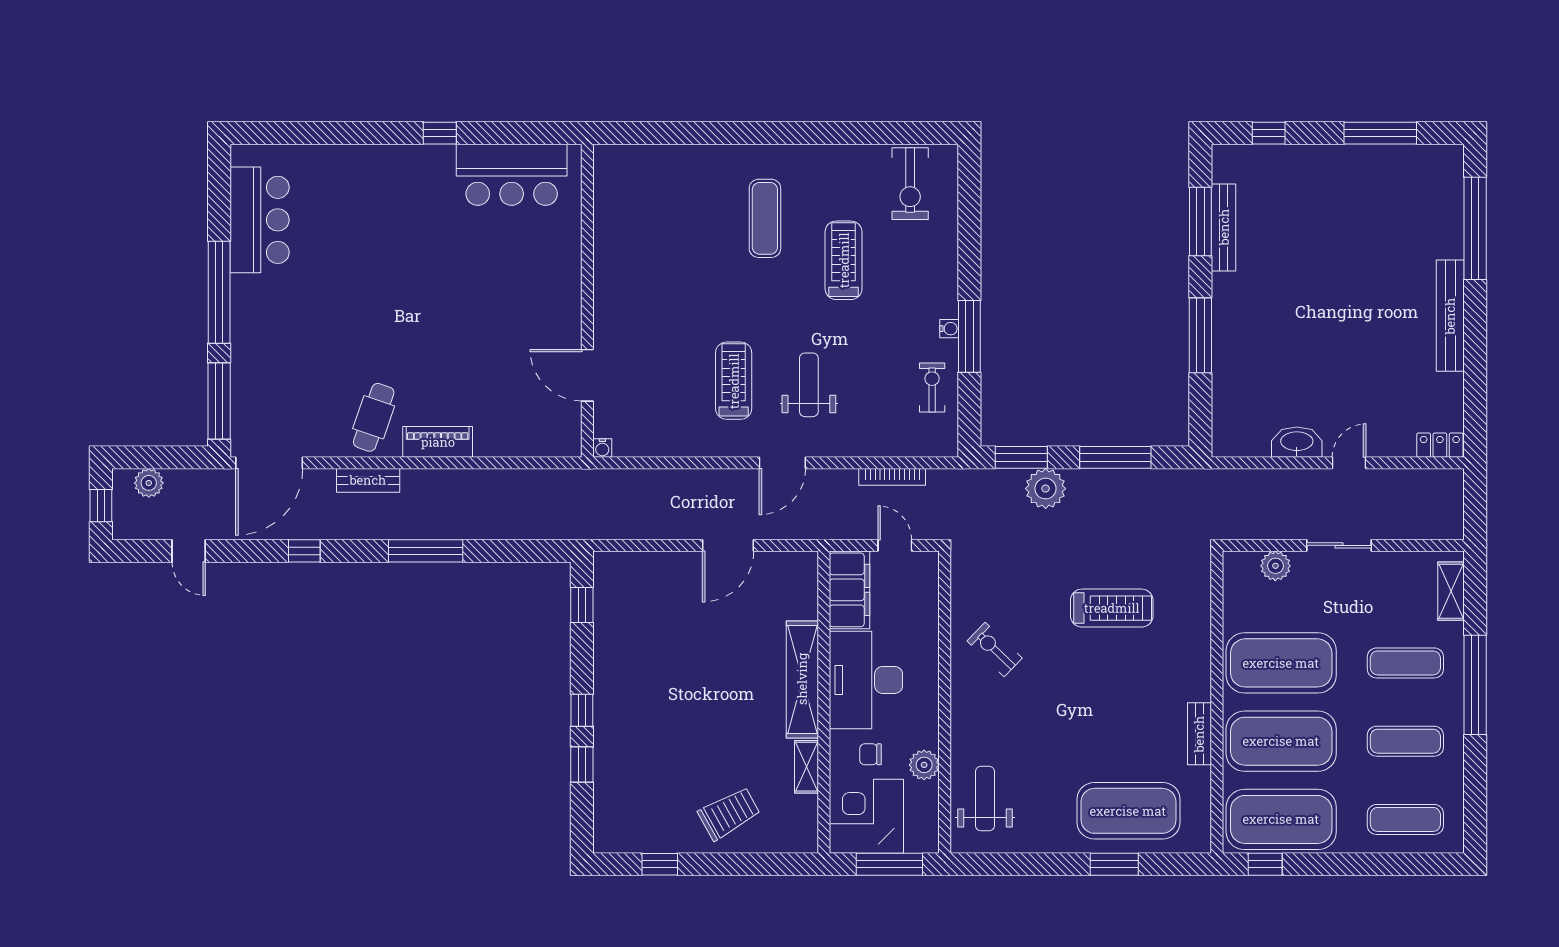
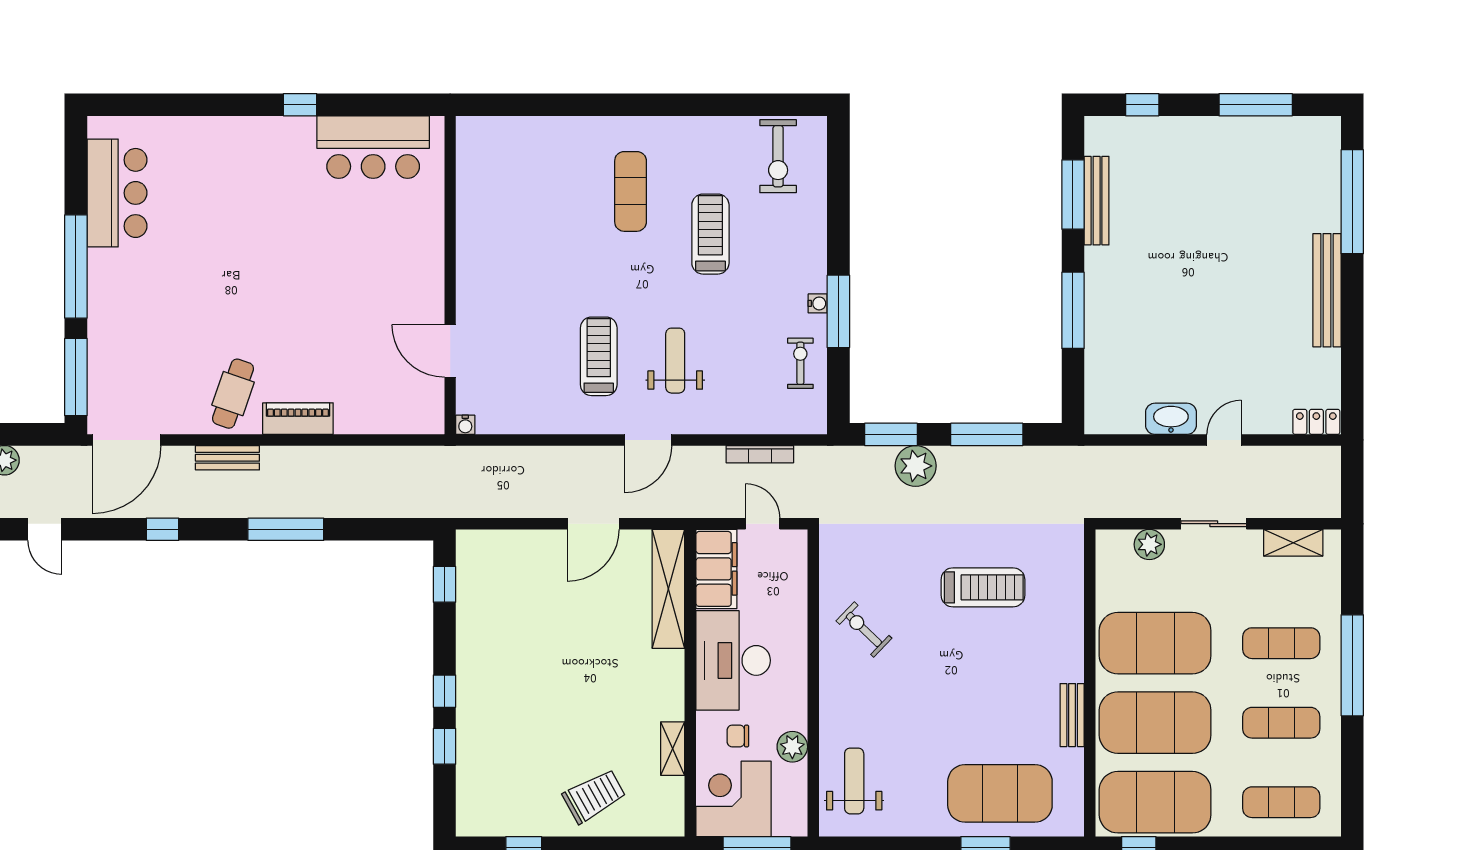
shelving: (1451, 591) -> (1293, 543), moved, turned 90
shelving: (802, 679) -> (668, 589), moved

